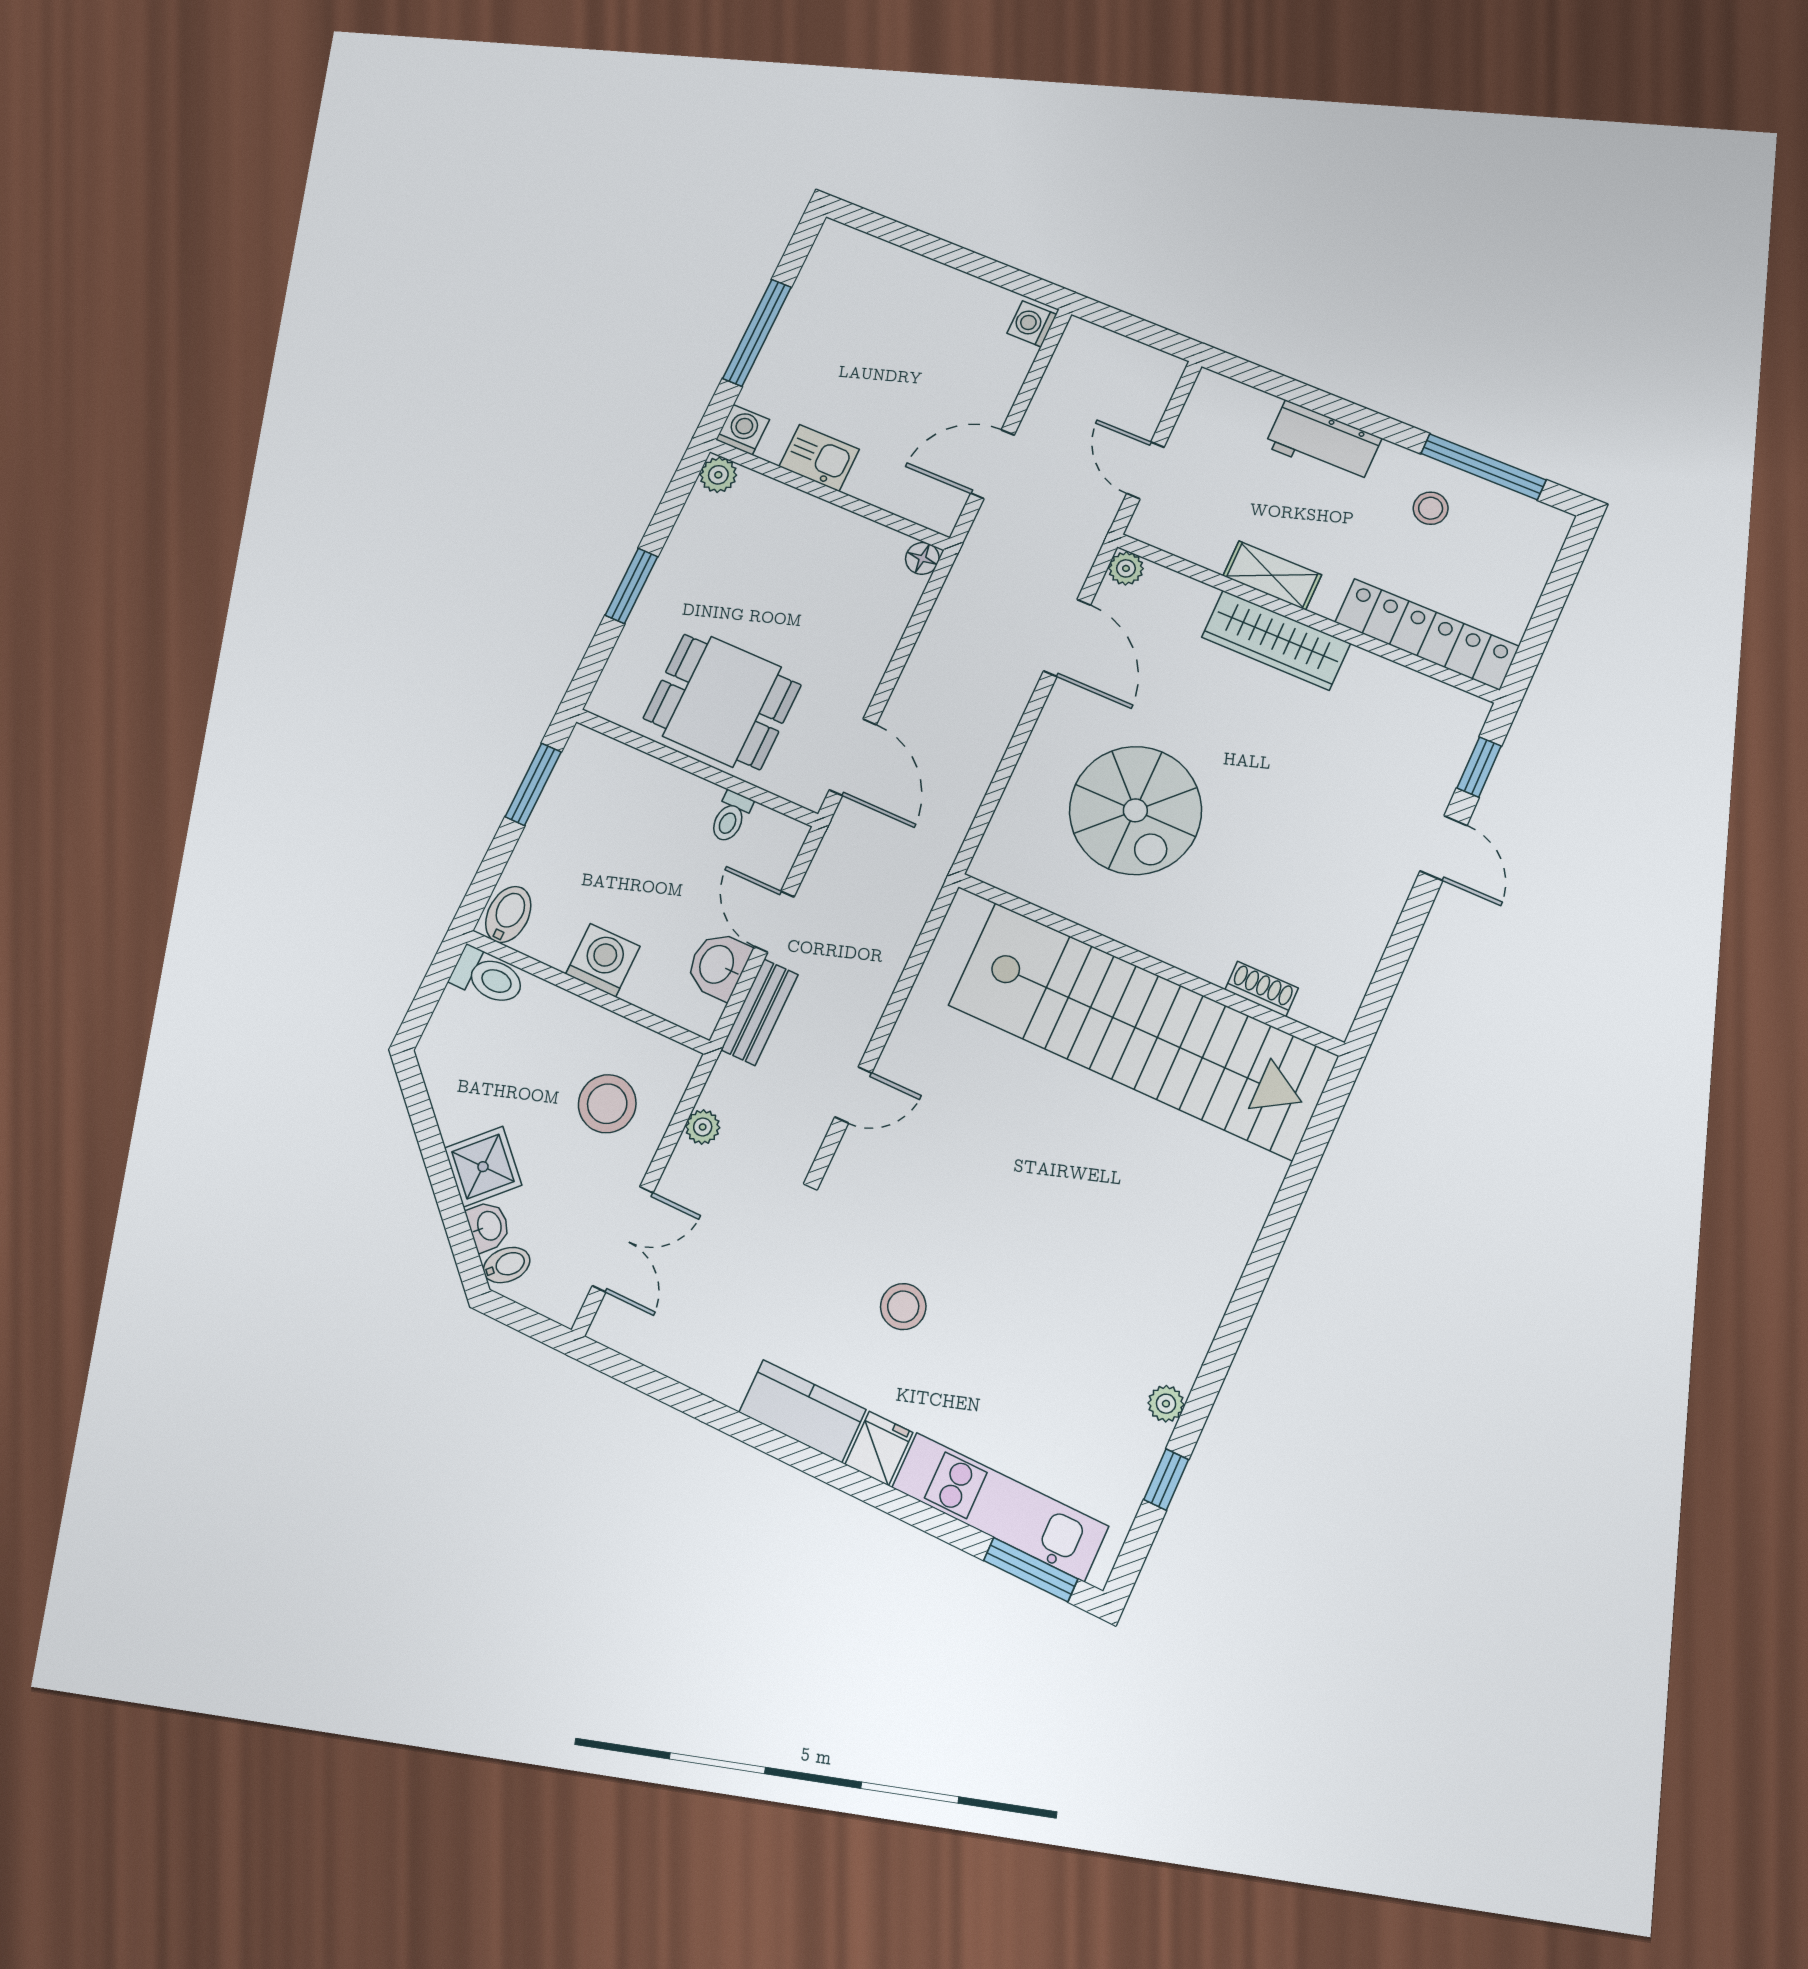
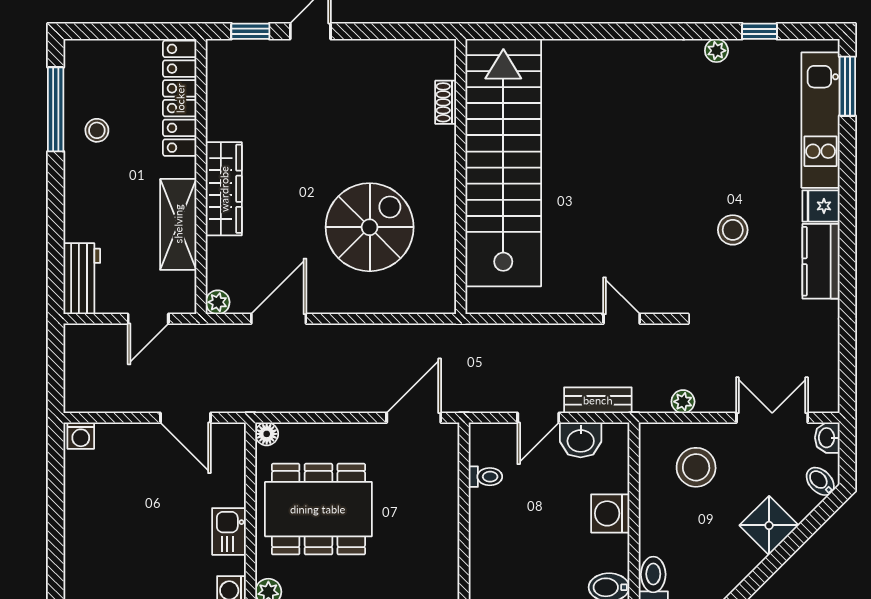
workbench: (1323, 442) -> (82, 279), moved
shelving: (1272, 575) -> (178, 224), width x1.50, depth x1.33
dining table: (722, 702) -> (318, 509), moved, width x1.38
washbasin: (488, 1226) -> (827, 438), moved, turned -45

